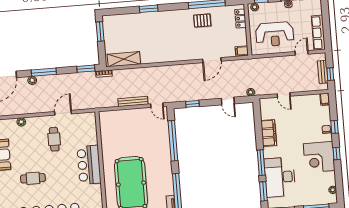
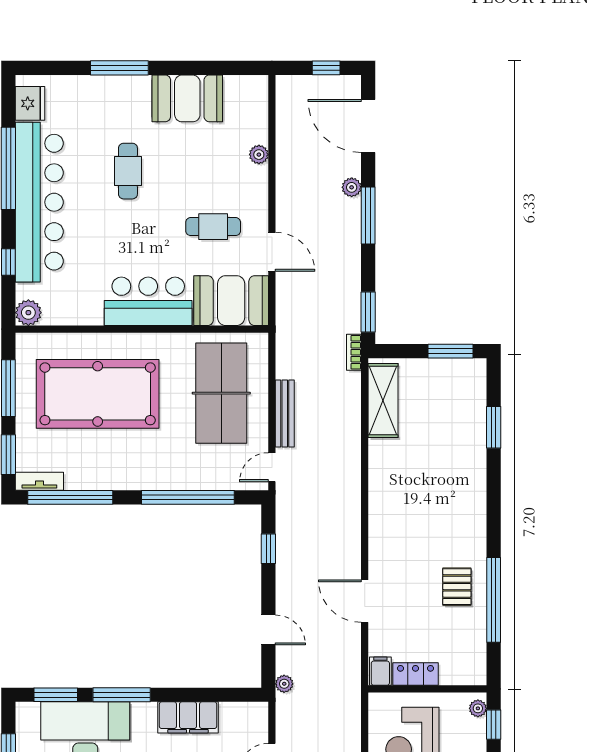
window: (149, 9) -> (494, 427), moved
locker: (240, 18) -> (415, 674), moved
door: (228, 101) -> (268, 630), swing flipped
booth: (86, 129) -> (231, 301), added
table tennis table: (126, 130) -> (221, 393), added

